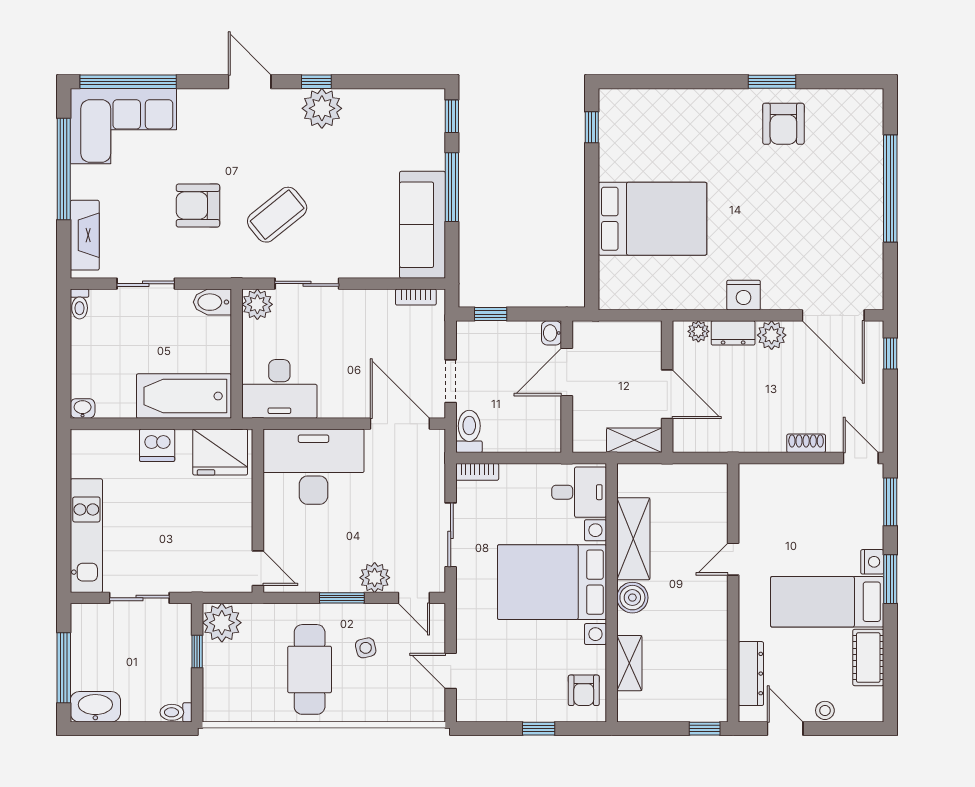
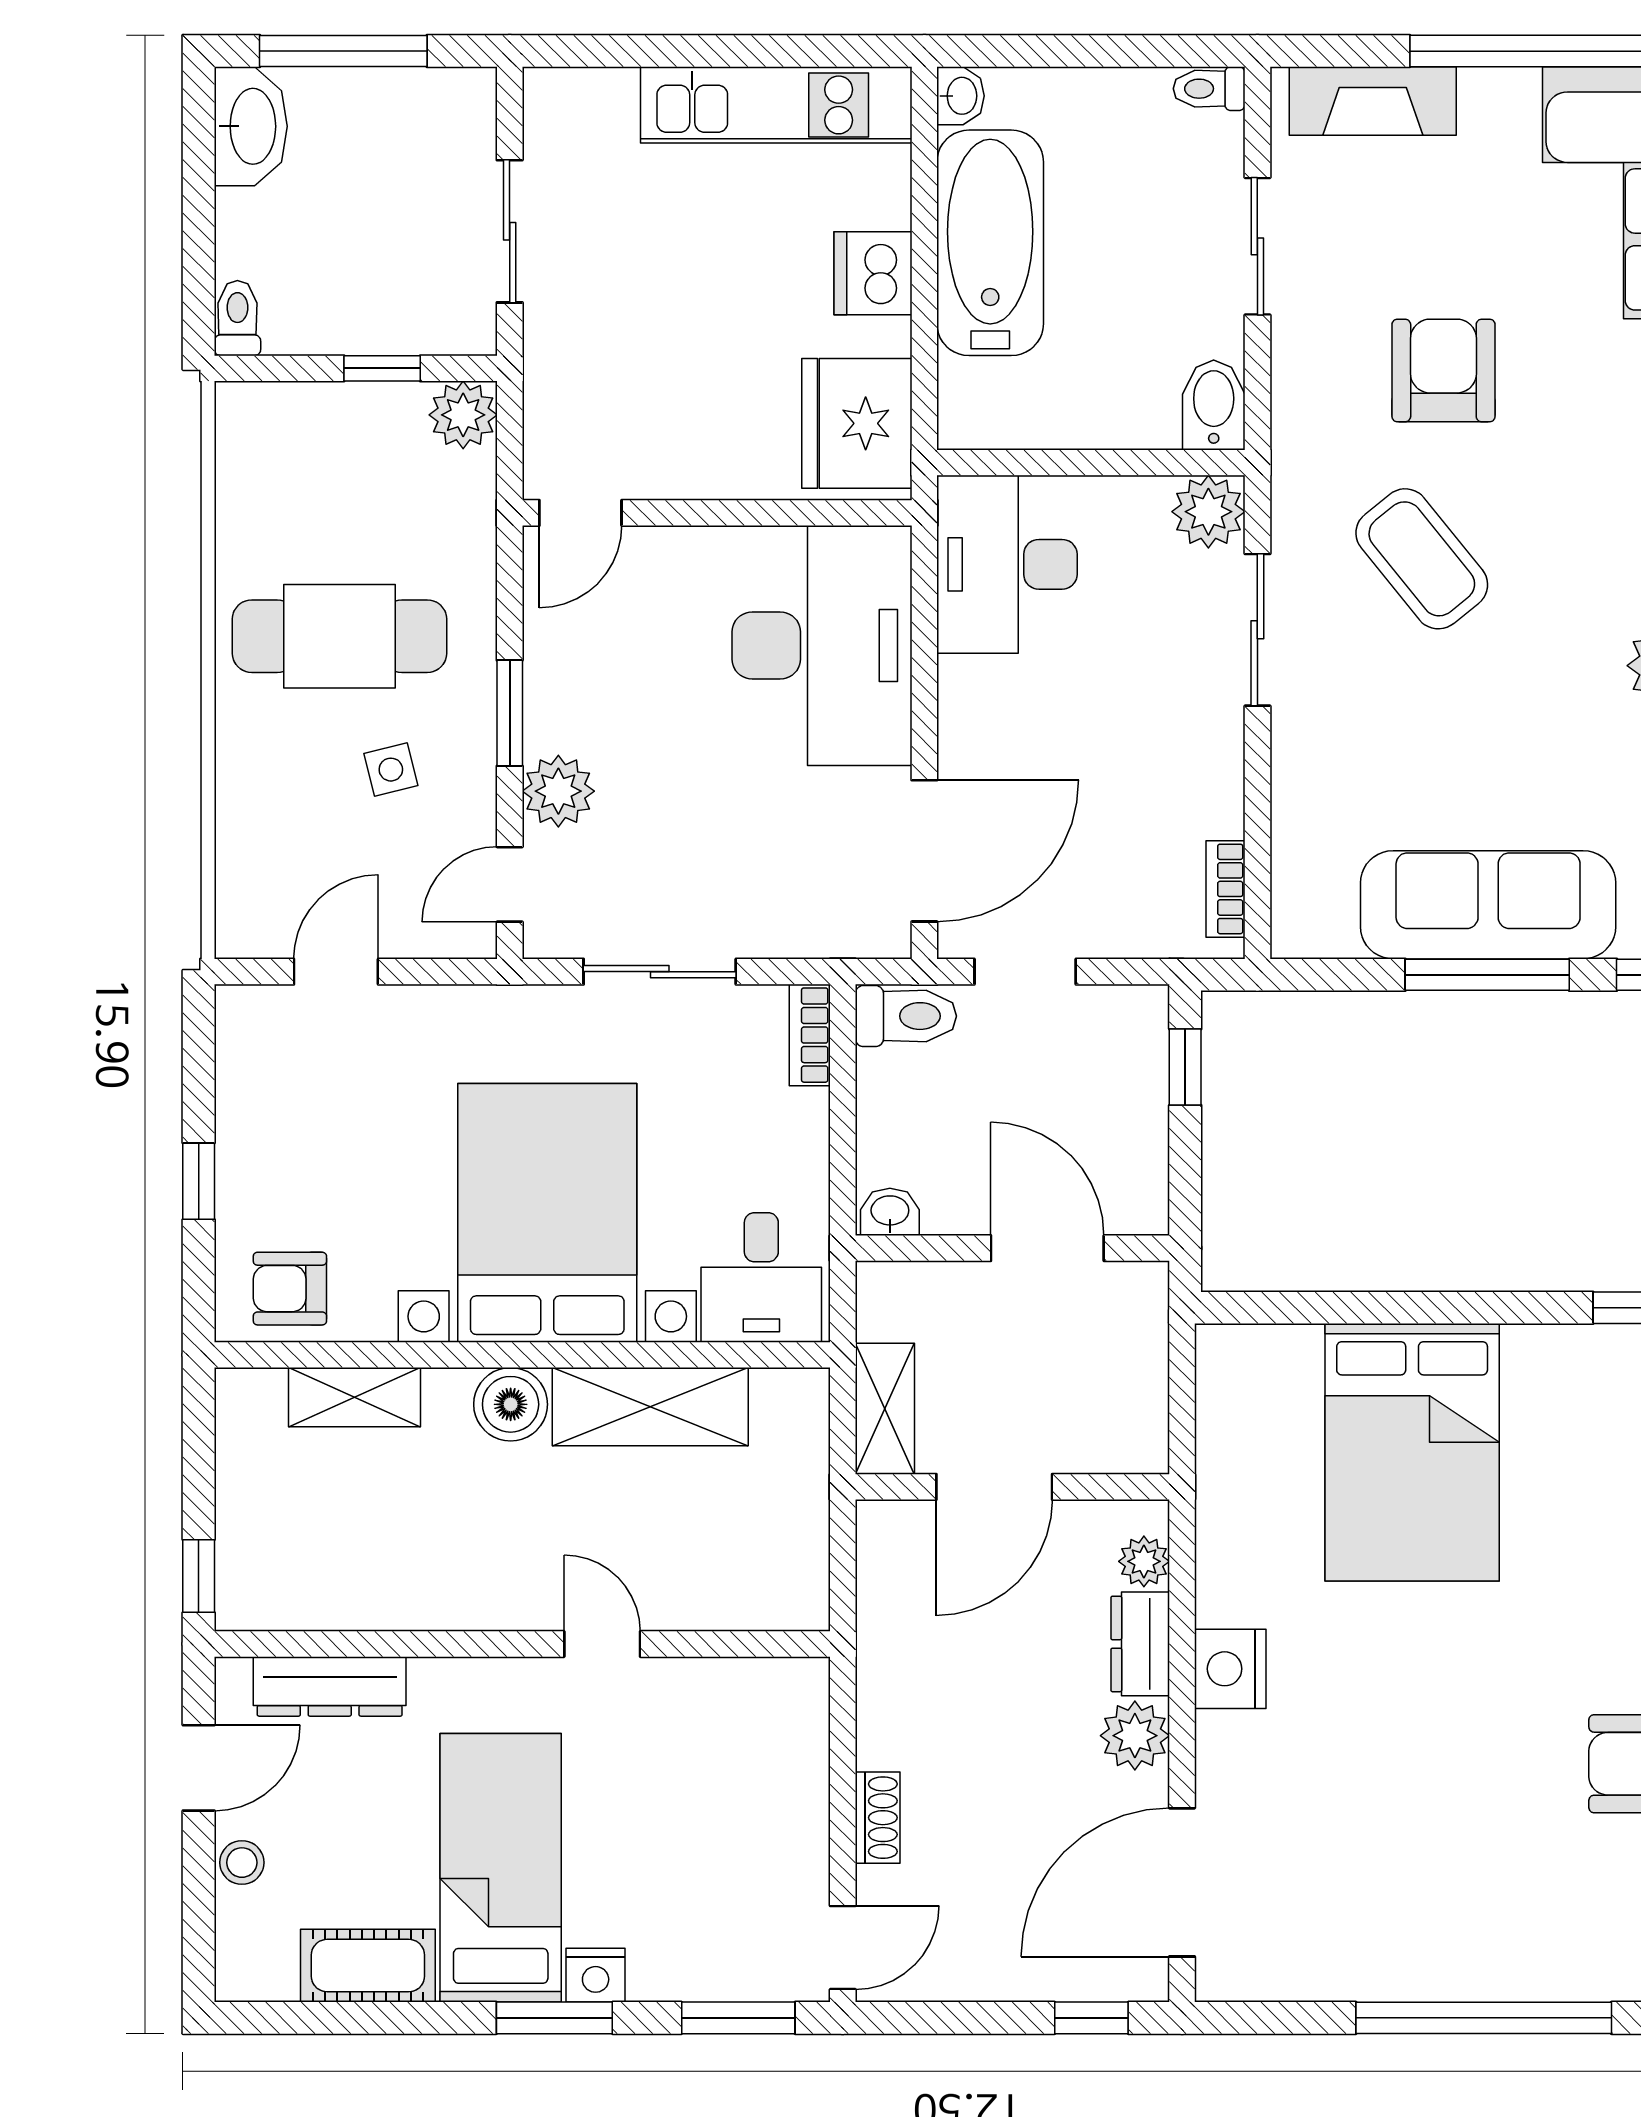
sofa: (422, 225) -> (1488, 905), moved
washbasin: (552, 333) -> (890, 1212), moved
bathtub: (184, 396) -> (990, 243), moved
kitchen unit: (86, 536) -> (776, 105), moved
plant: (222, 623) -> (463, 415), width x0.73, depth x0.73

